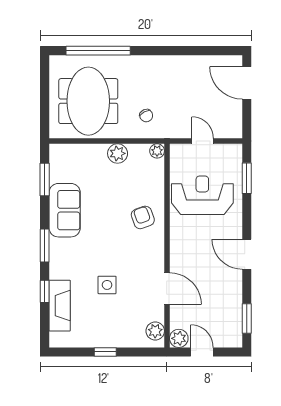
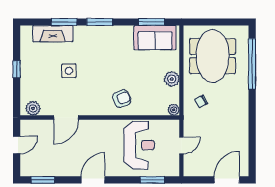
meeting table: (88, 101) -> (213, 56), turned 90
sofa: (65, 210) -> (155, 38), moved
window: (45, 291) -> (64, 22), width x1.50
plant: (179, 338) -> (27, 127), removed

